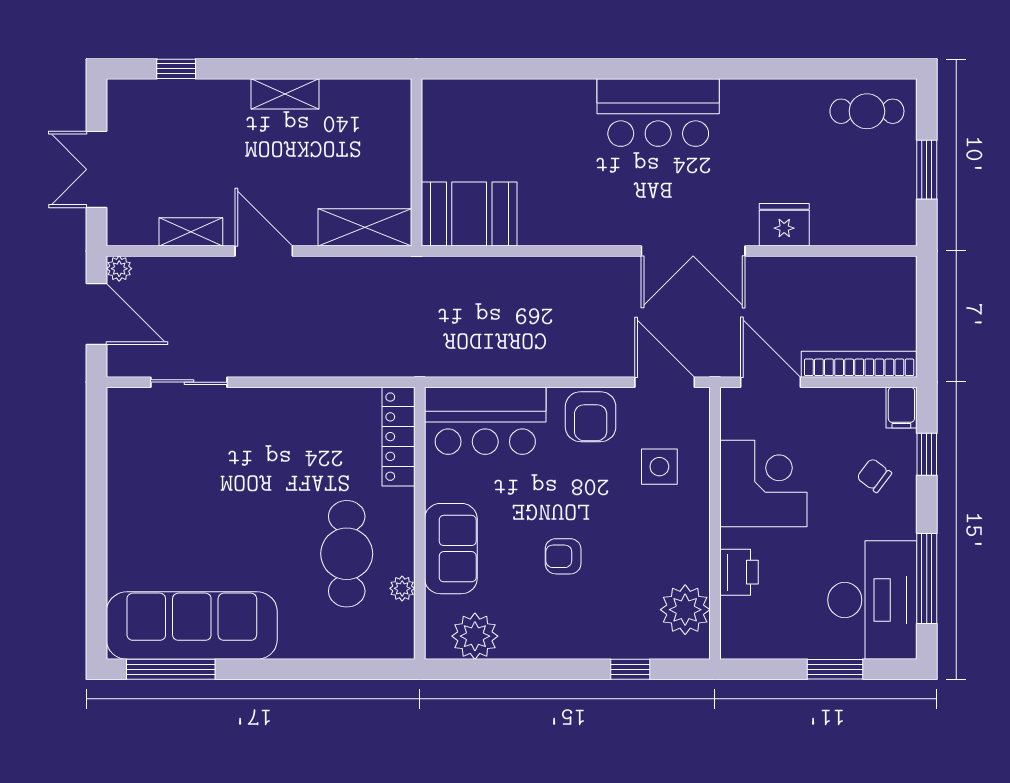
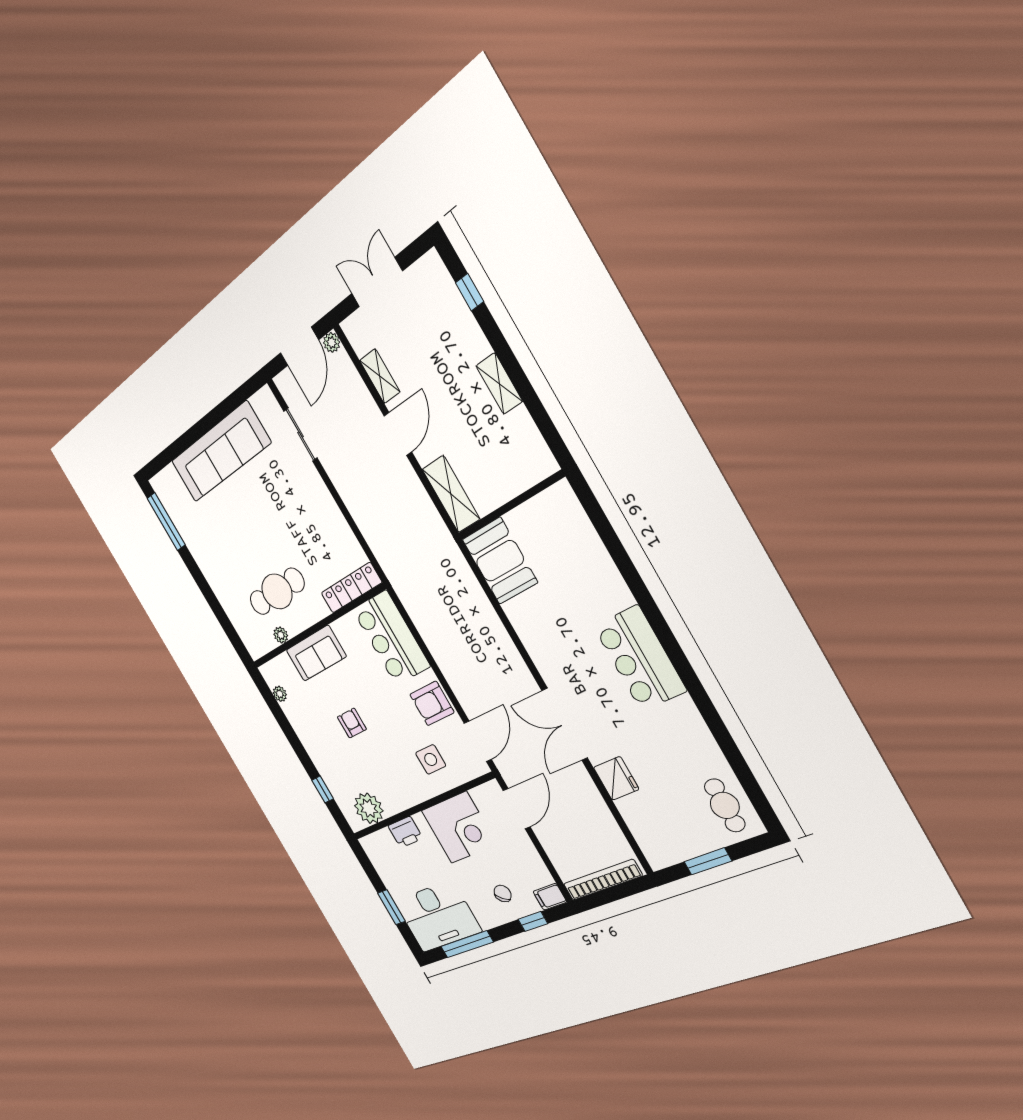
bookcase: (859, 364) -> (603, 880), moved, turned -90
sofa: (192, 626) -> (220, 452), moved, turned 90
plant: (475, 636) -> (280, 694), width x0.53, depth x0.53

